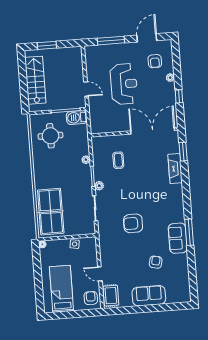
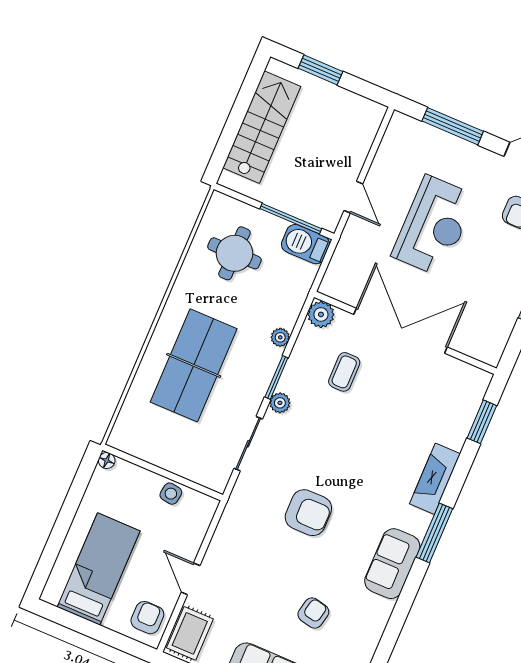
double door: (153, 131) -> (400, 331), moved
plant: (97, 142) -> (321, 314), added
fireplace: (175, 169) -> (435, 479), moved
table tennis table: (51, 212) -> (194, 365), moved
armchair: (133, 223) -> (308, 513), turned 180
window: (189, 232) -> (434, 533), moved
sofa: (178, 238) -> (392, 564), moved

